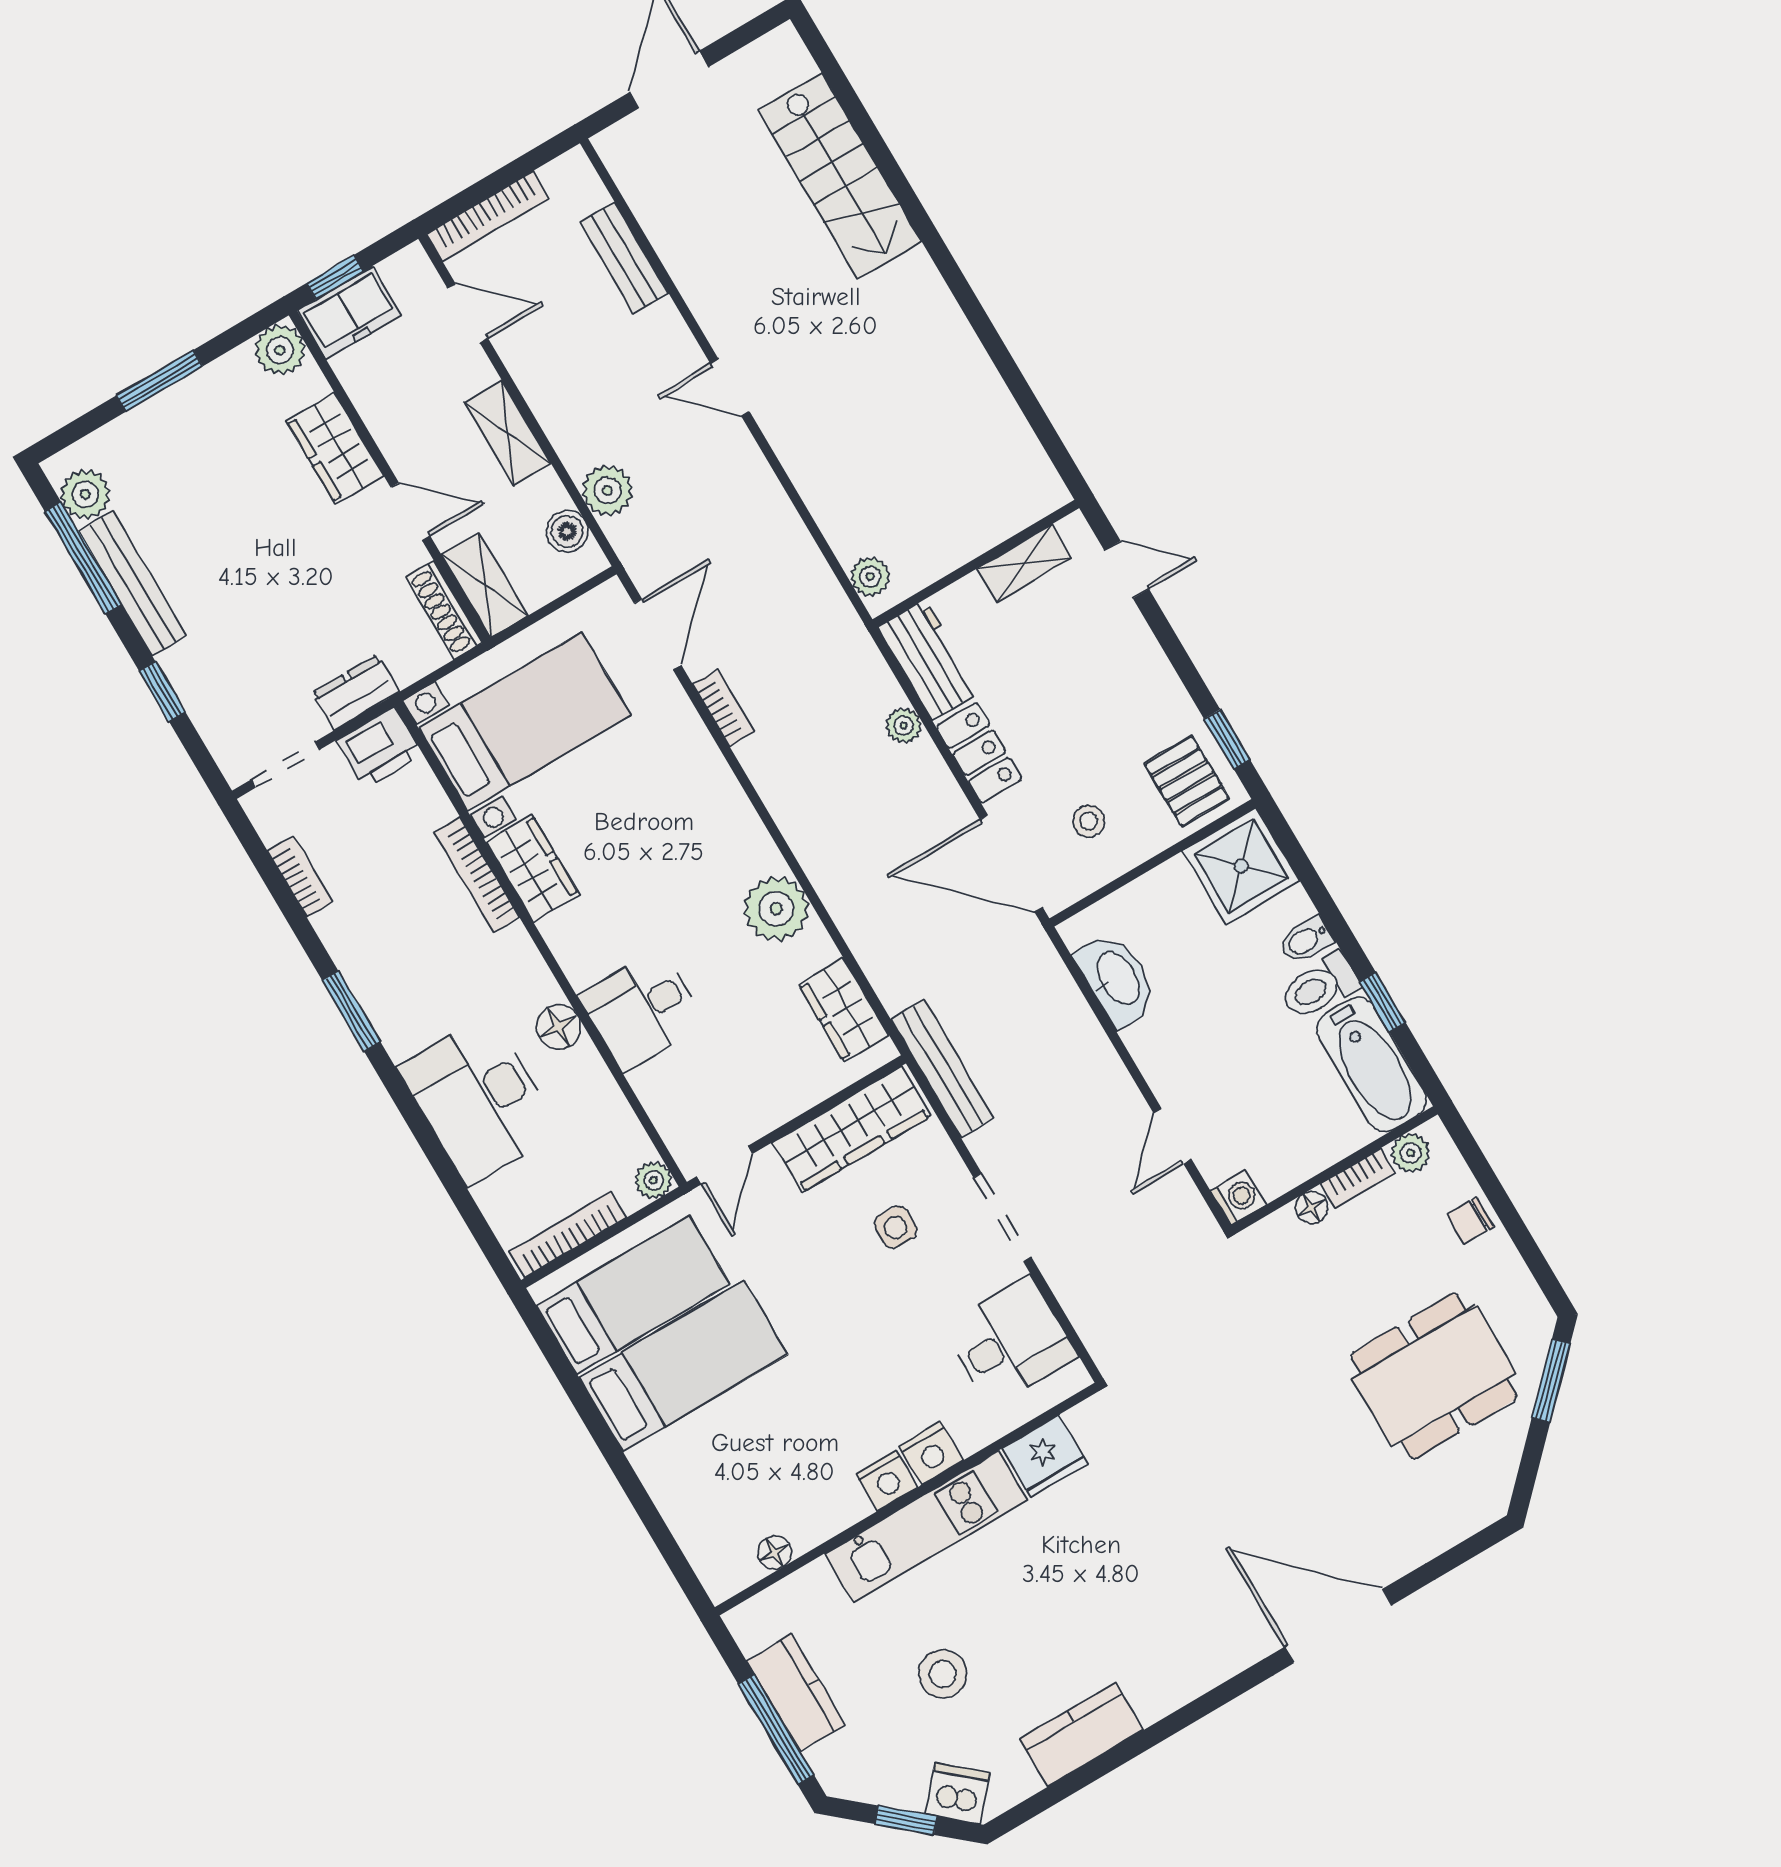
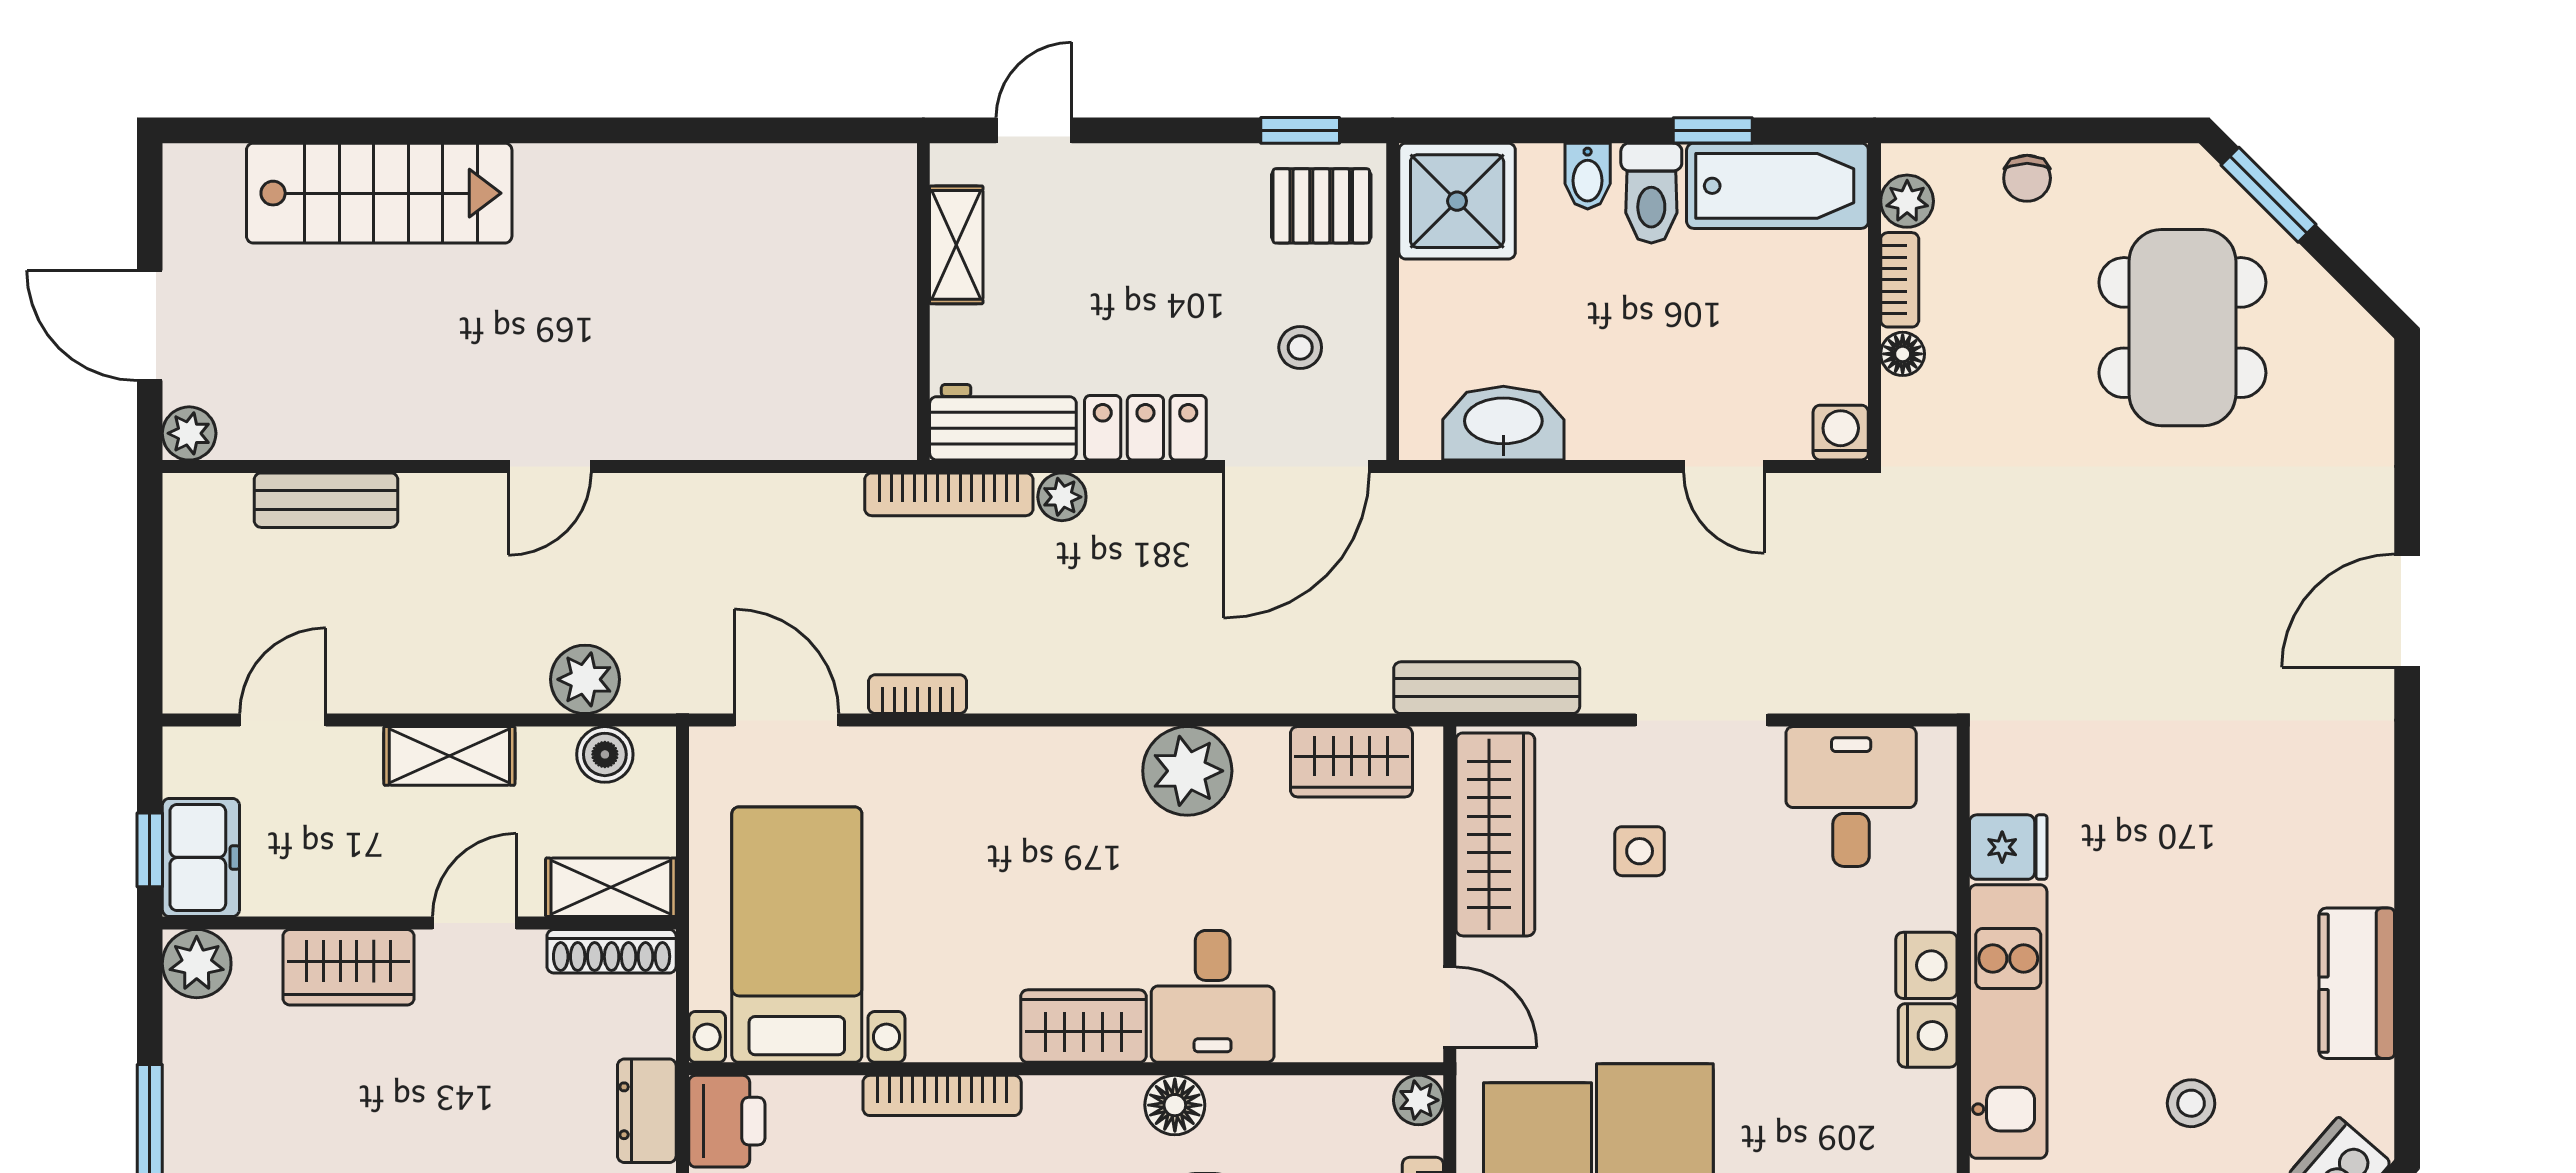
bookcase: (488, 216) -> (949, 494), moved, turned 90
plant: (870, 577) -> (189, 433), moved
wardrobe: (533, 868) -> (1084, 1026), moved
fridge: (1045, 1456) -> (2008, 847), width x0.72
door: (1338, 1626) -> (2407, 611), width x0.73
stool: (943, 1674) -> (2191, 1103), width x0.73, depth x0.73

